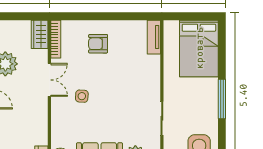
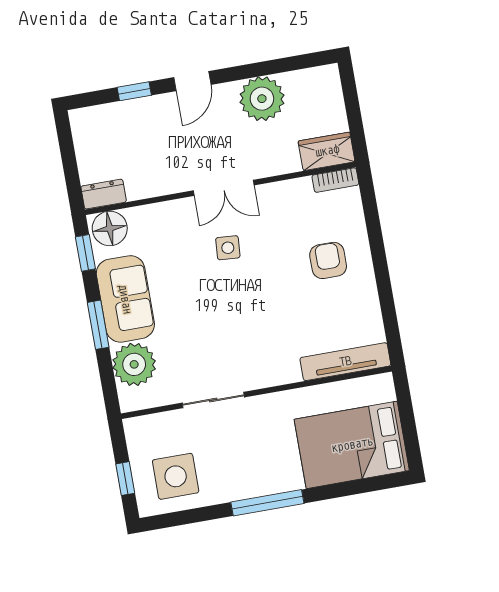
tv unit: (154, 37) -> (345, 362), width x1.41
bookcase: (56, 39) -> (335, 180), width x0.64
double door: (49, 80) -> (224, 188), moved

